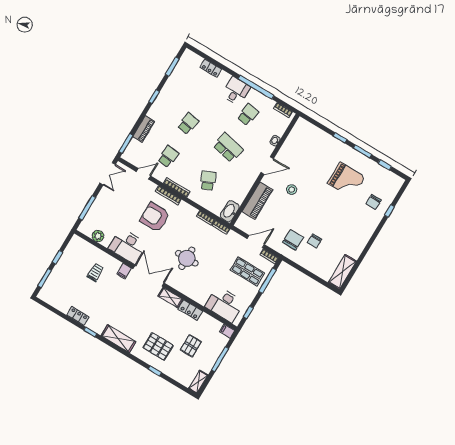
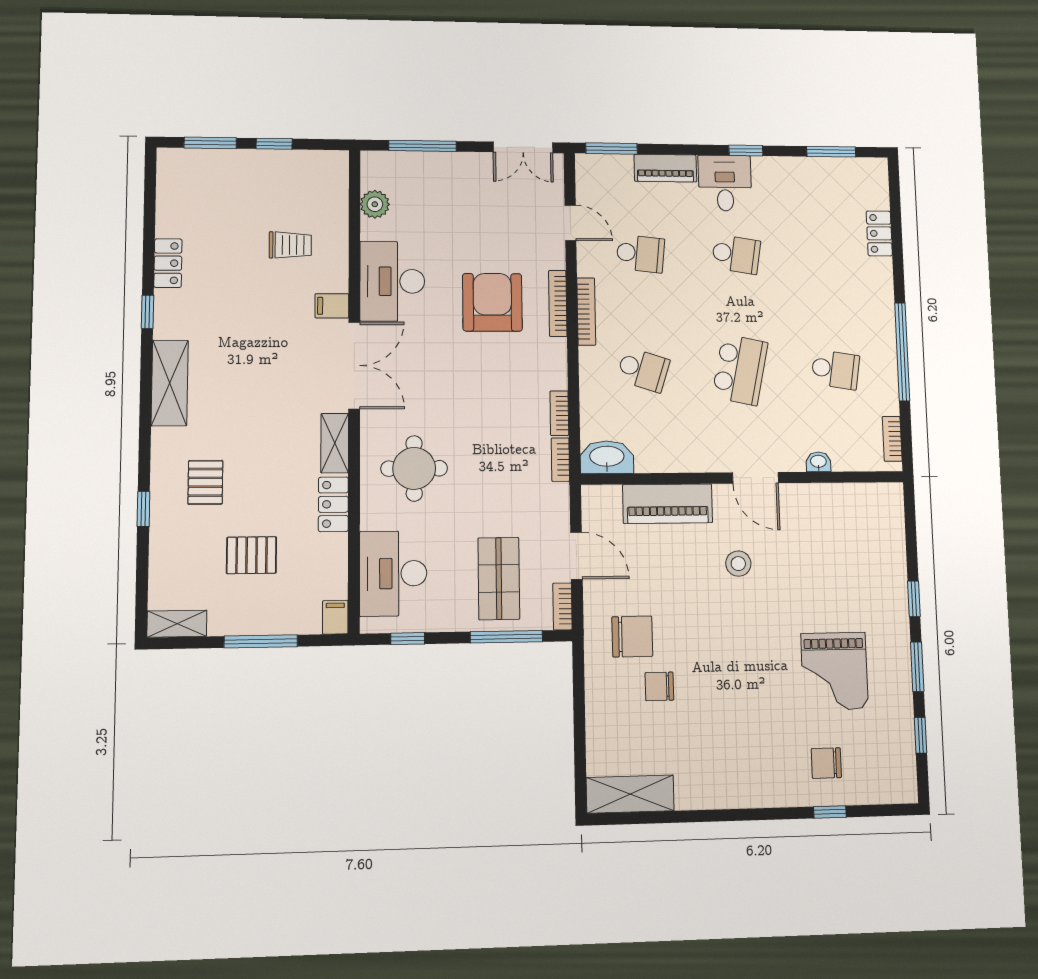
desk: (236, 91) -> (725, 183), moved, turned -90
school desk: (208, 181) -> (643, 370), turned 42
round table: (187, 258) -> (414, 468), moved
pallet: (158, 346) -> (205, 482), width x0.67, depth x0.71

